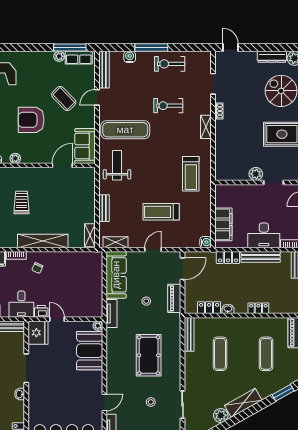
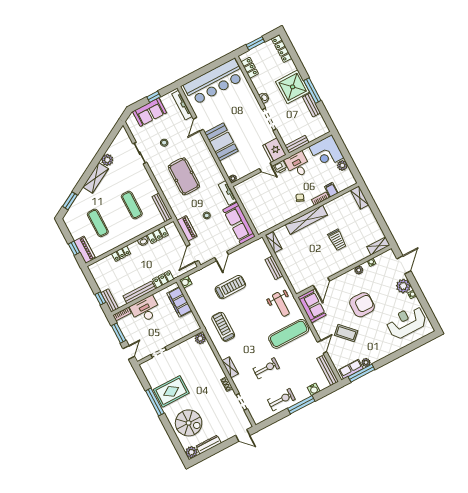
plant: (256, 174) -> (200, 339), moved
shelving: (115, 242) -> (252, 247), removed
booth: (90, 351) -> (221, 142), moved

